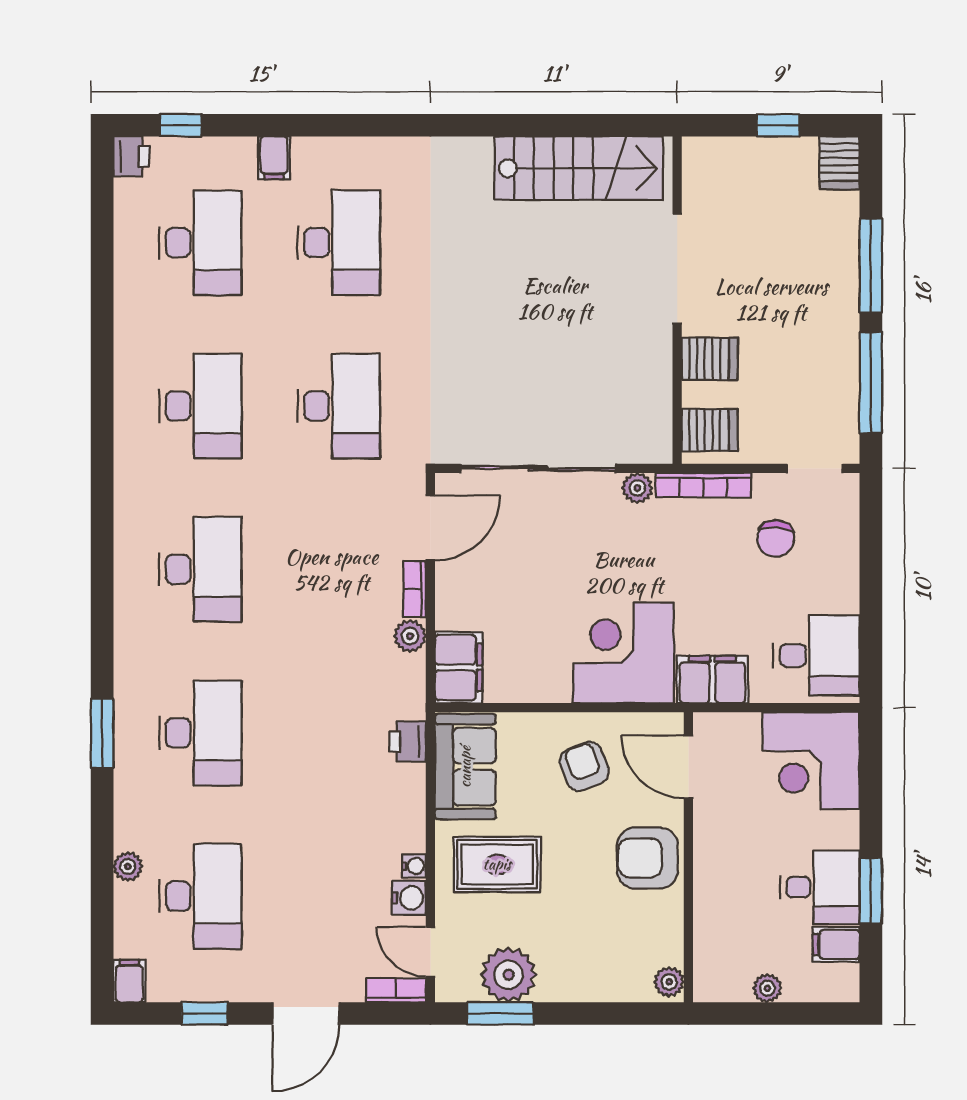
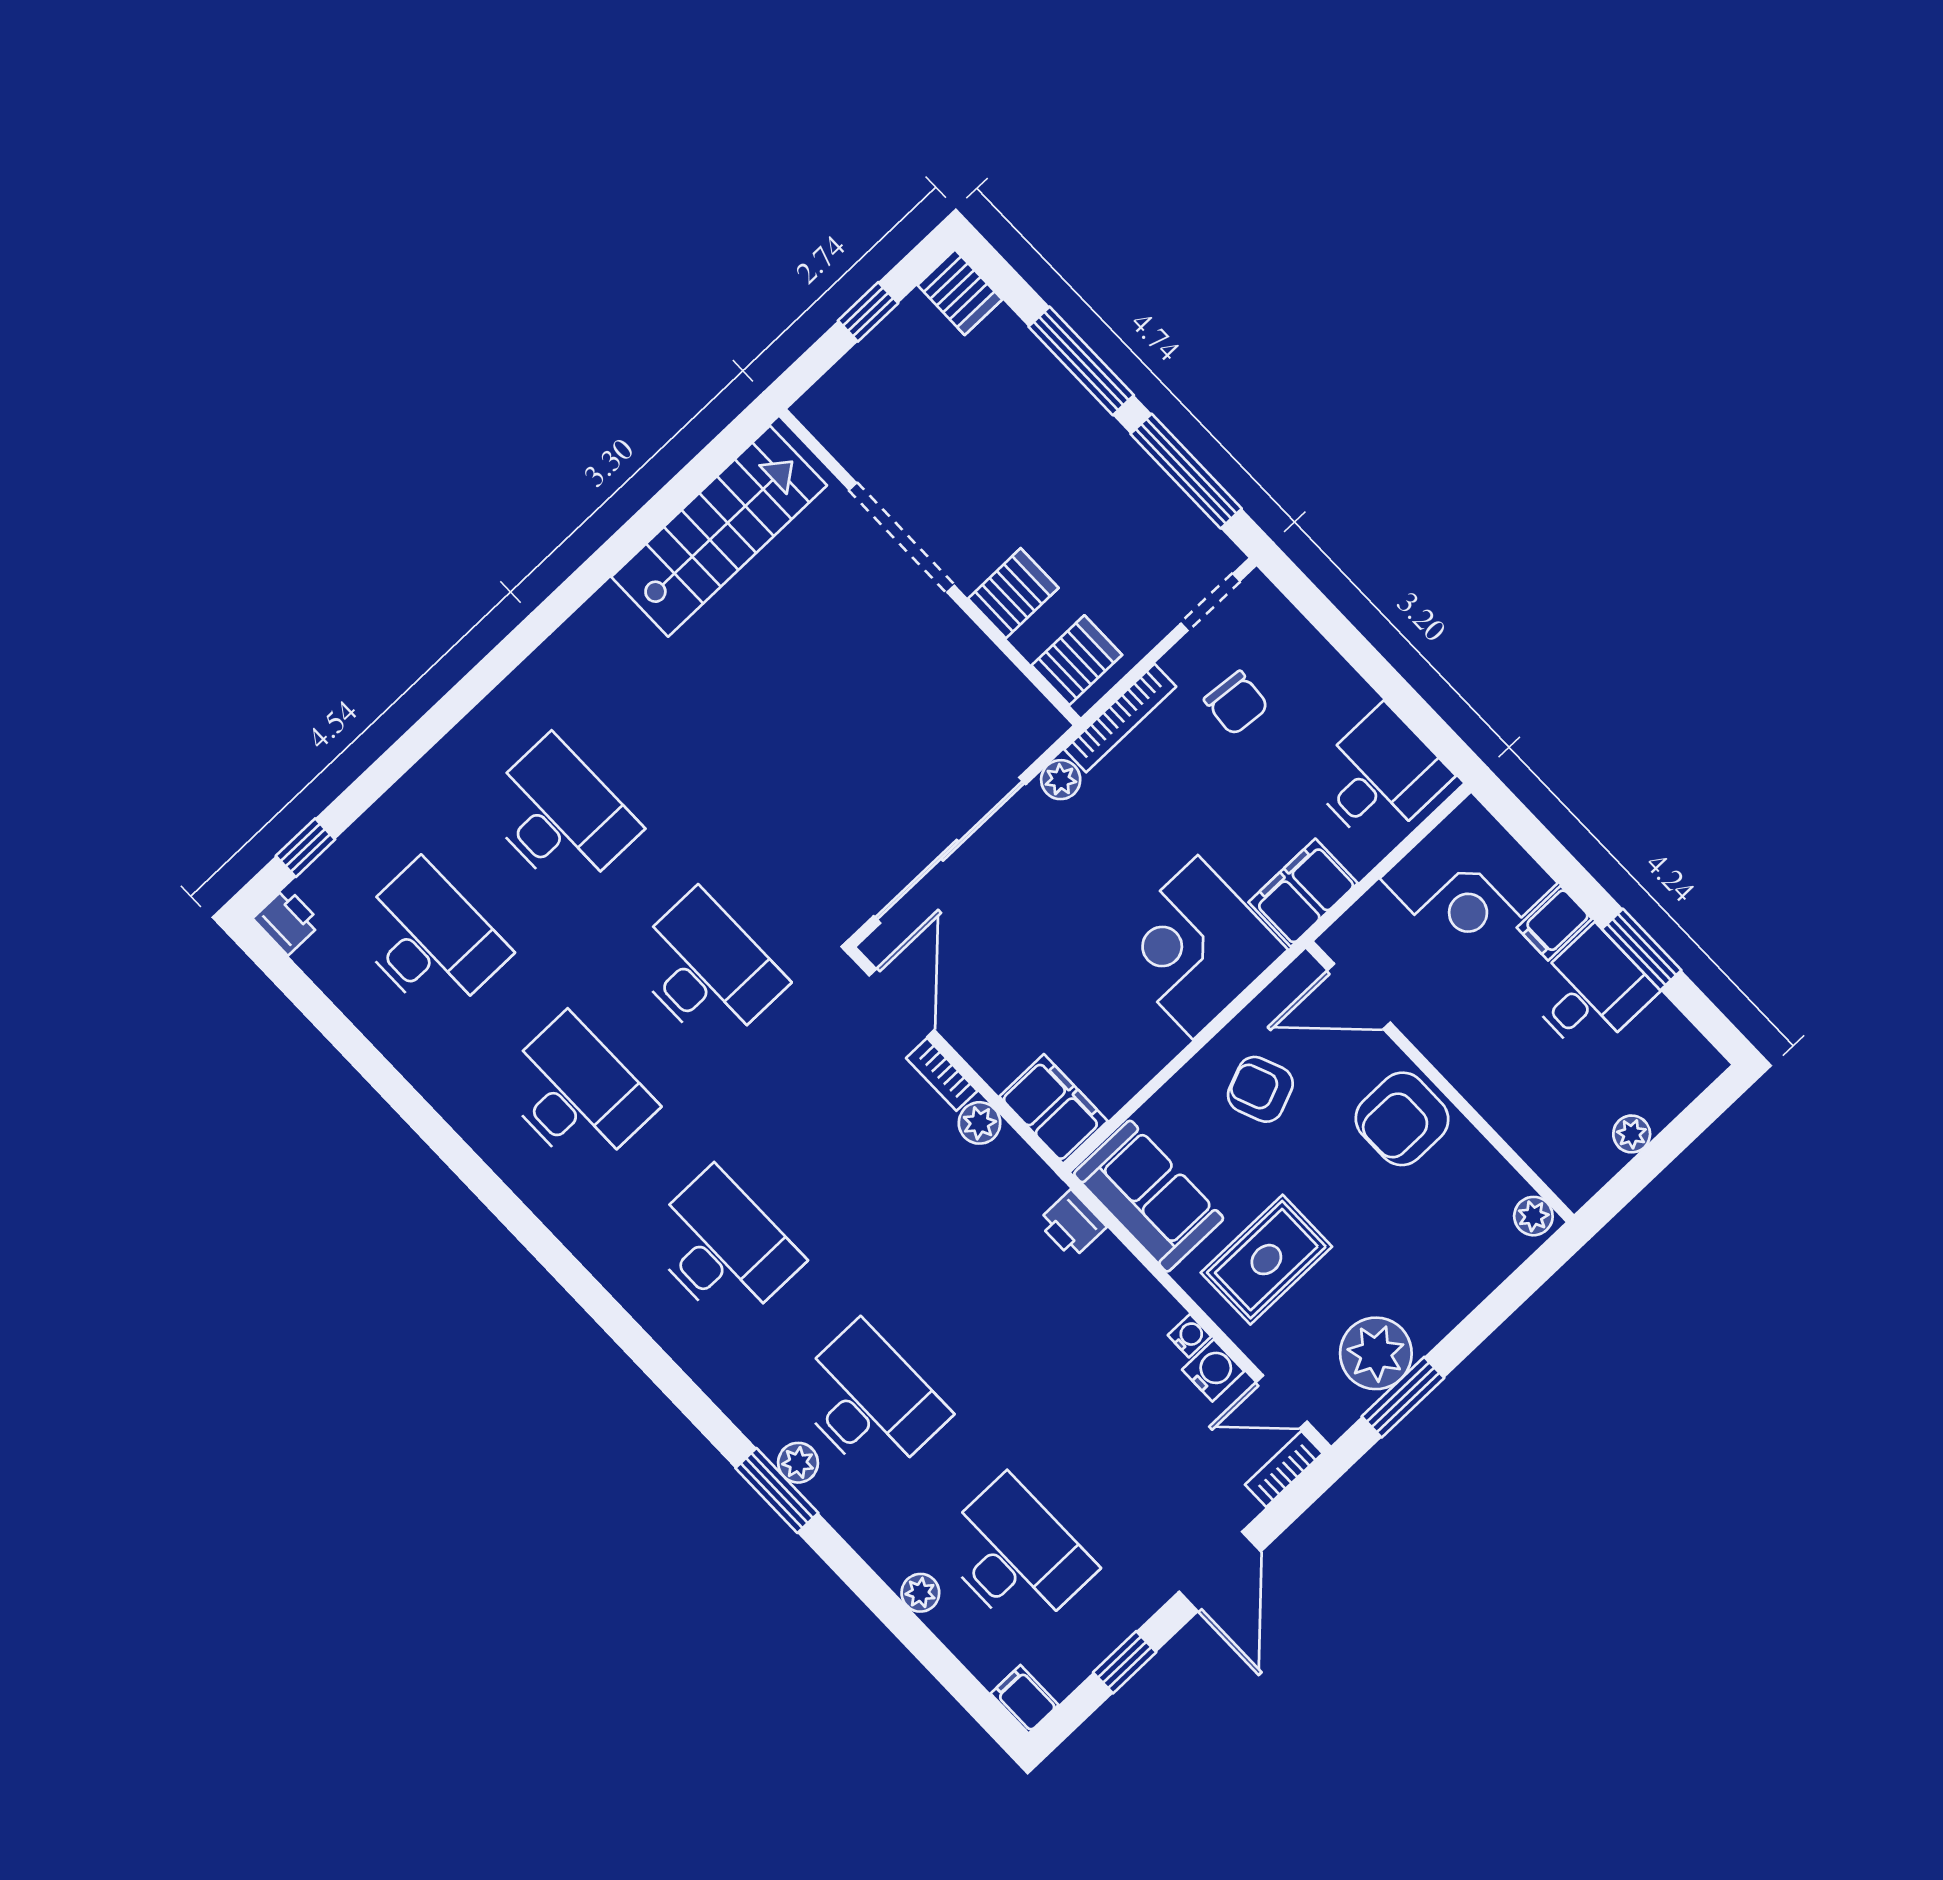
filing cabinet: (274, 158) -> (423, 795), removed
plant: (129, 729) -> (798, 1463), added
filing cabinet: (836, 944) -> (1554, 923), moved

